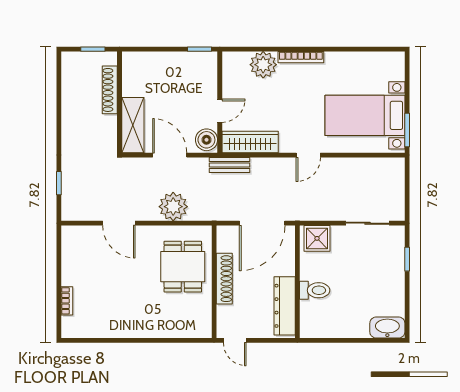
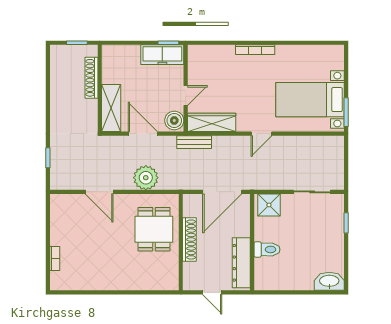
freezer: (193, 63) -> (162, 55), added
plant: (263, 65) -> (223, 56), removed
door: (235, 340) -> (212, 292), moved

